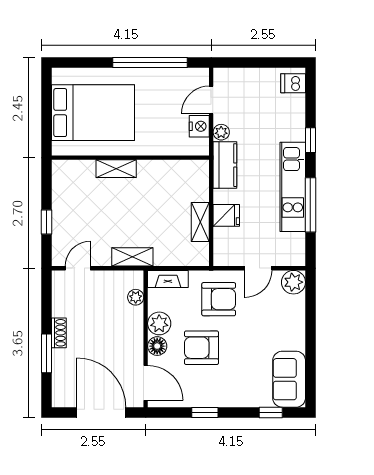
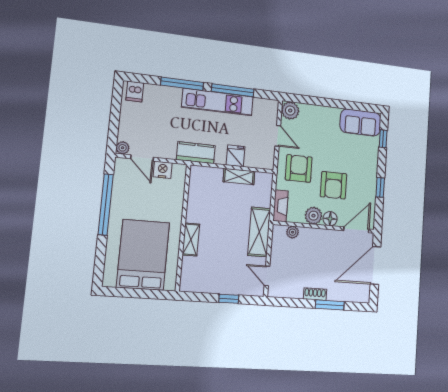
plant: (221, 132) -> (123, 148), moved
window: (310, 140) -> (182, 84), width x2.17
shelving: (132, 257) -> (259, 232), width x1.50, depth x1.33

